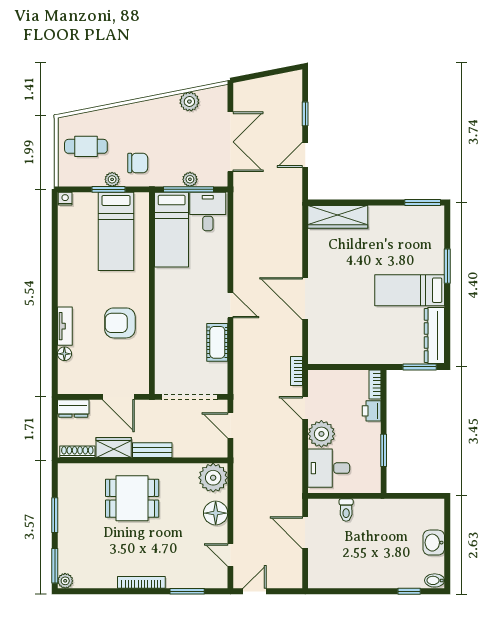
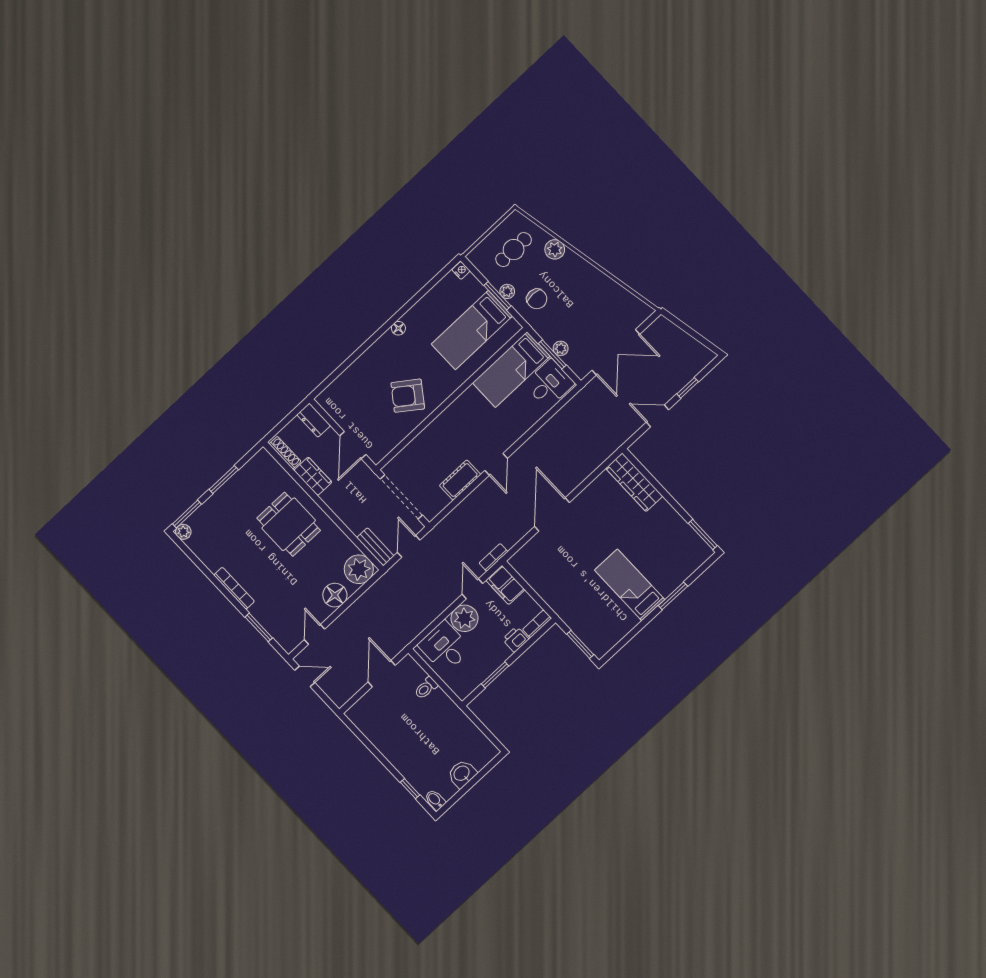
plant: (189, 102) -> (555, 249), moved
cafe table: (86, 146) -> (514, 250), turned 90
window: (189, 189) -> (552, 354), width x0.69
armchair: (120, 323) -> (408, 396), turned -54
tv unit: (65, 326) -> (368, 358), removed
dresser: (434, 335) -> (613, 634), removed
floor lamp: (64, 354) -> (398, 328), moved
filing cabinet: (325, 381) -> (505, 585), added
bench: (152, 450) -> (375, 547), moved

